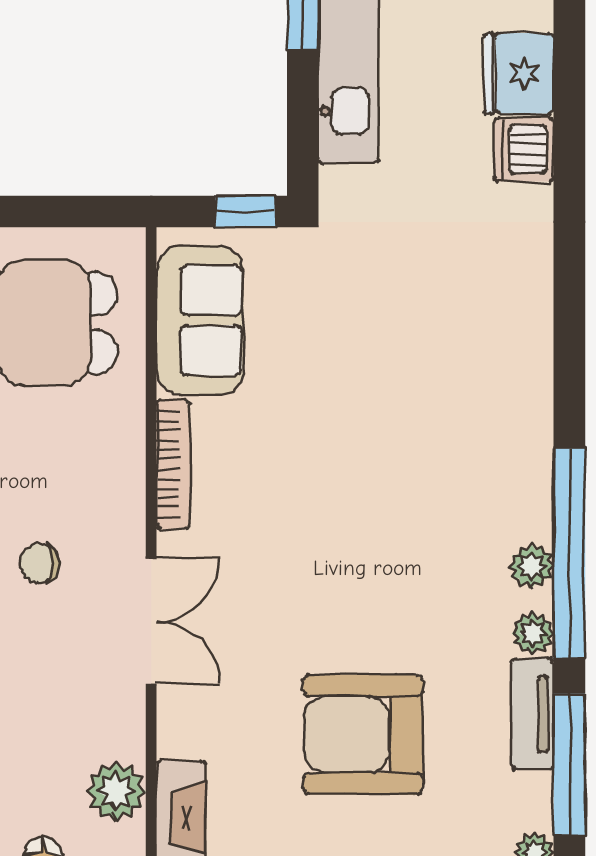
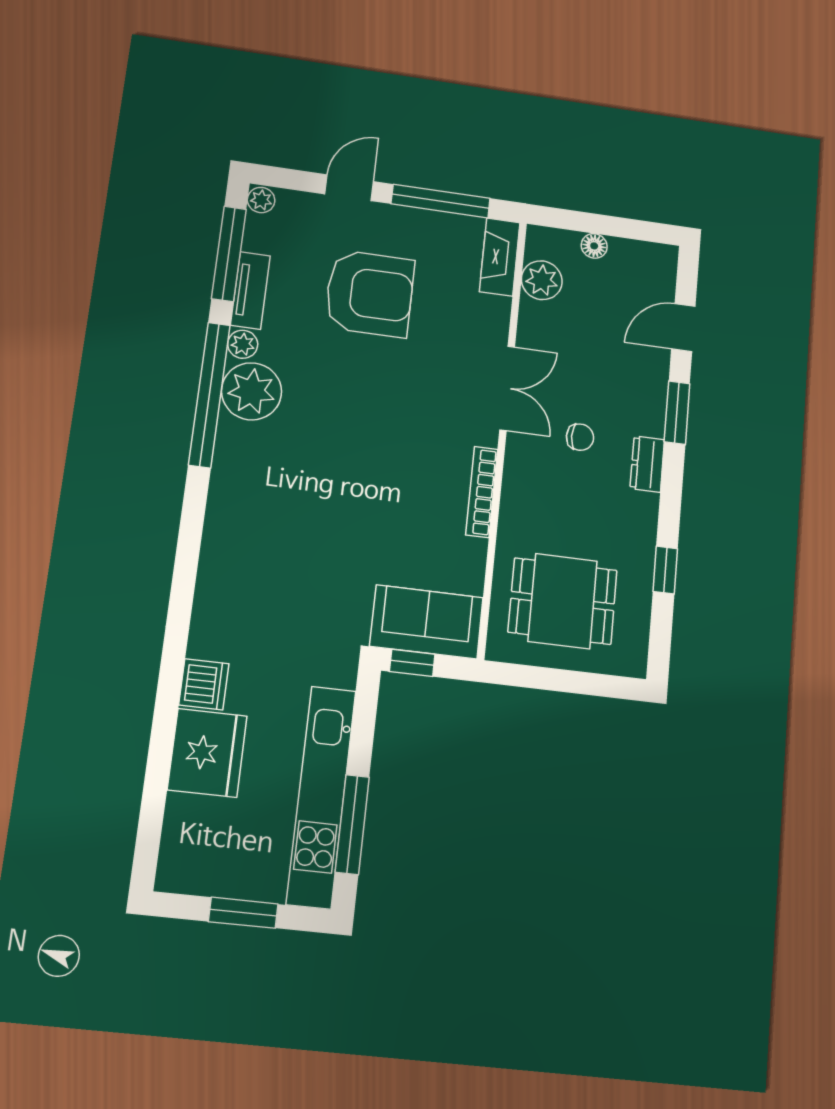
fridge: (519, 73) -> (207, 753), width x1.36, depth x1.34
sofa: (200, 320) -> (427, 622), moved, turned 90
plant: (531, 566) -> (252, 391), width x1.88, depth x1.88
double door: (151, 621) -> (507, 388), swing flipped

